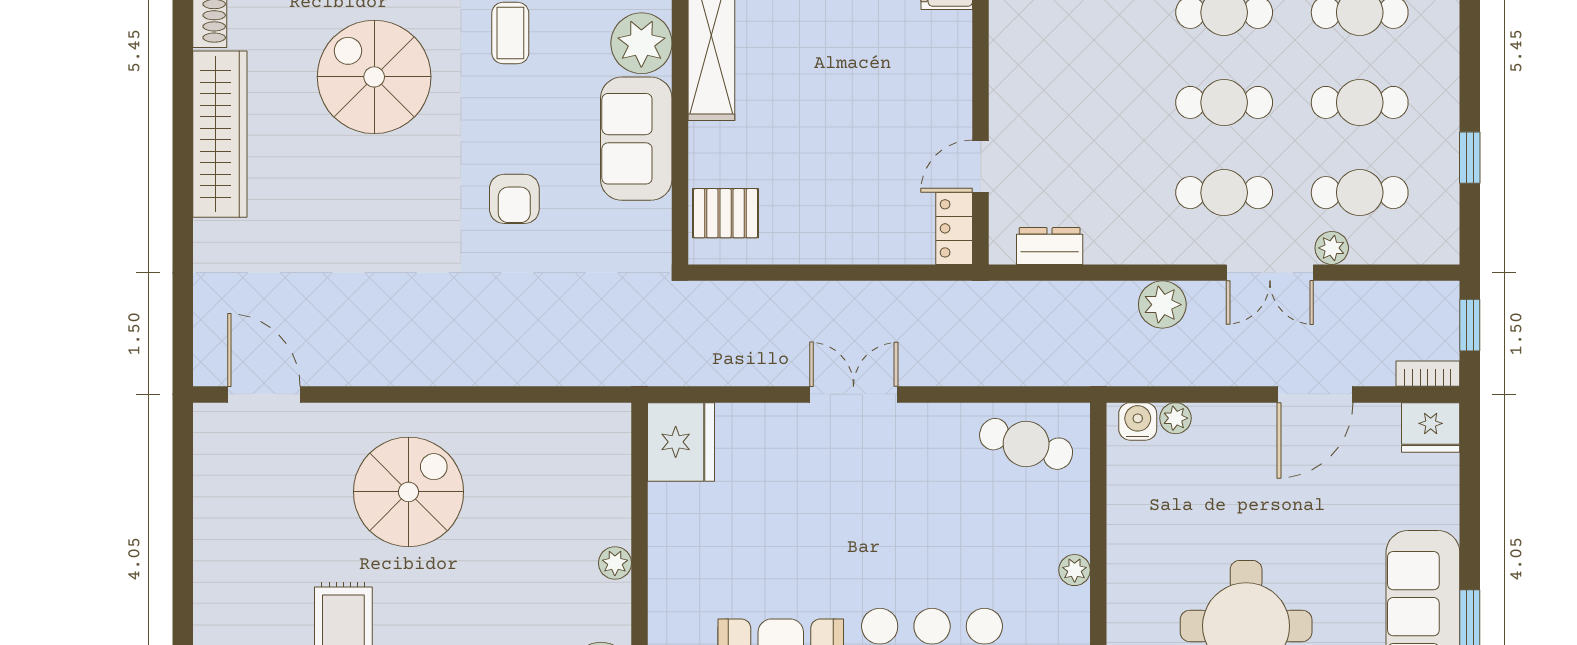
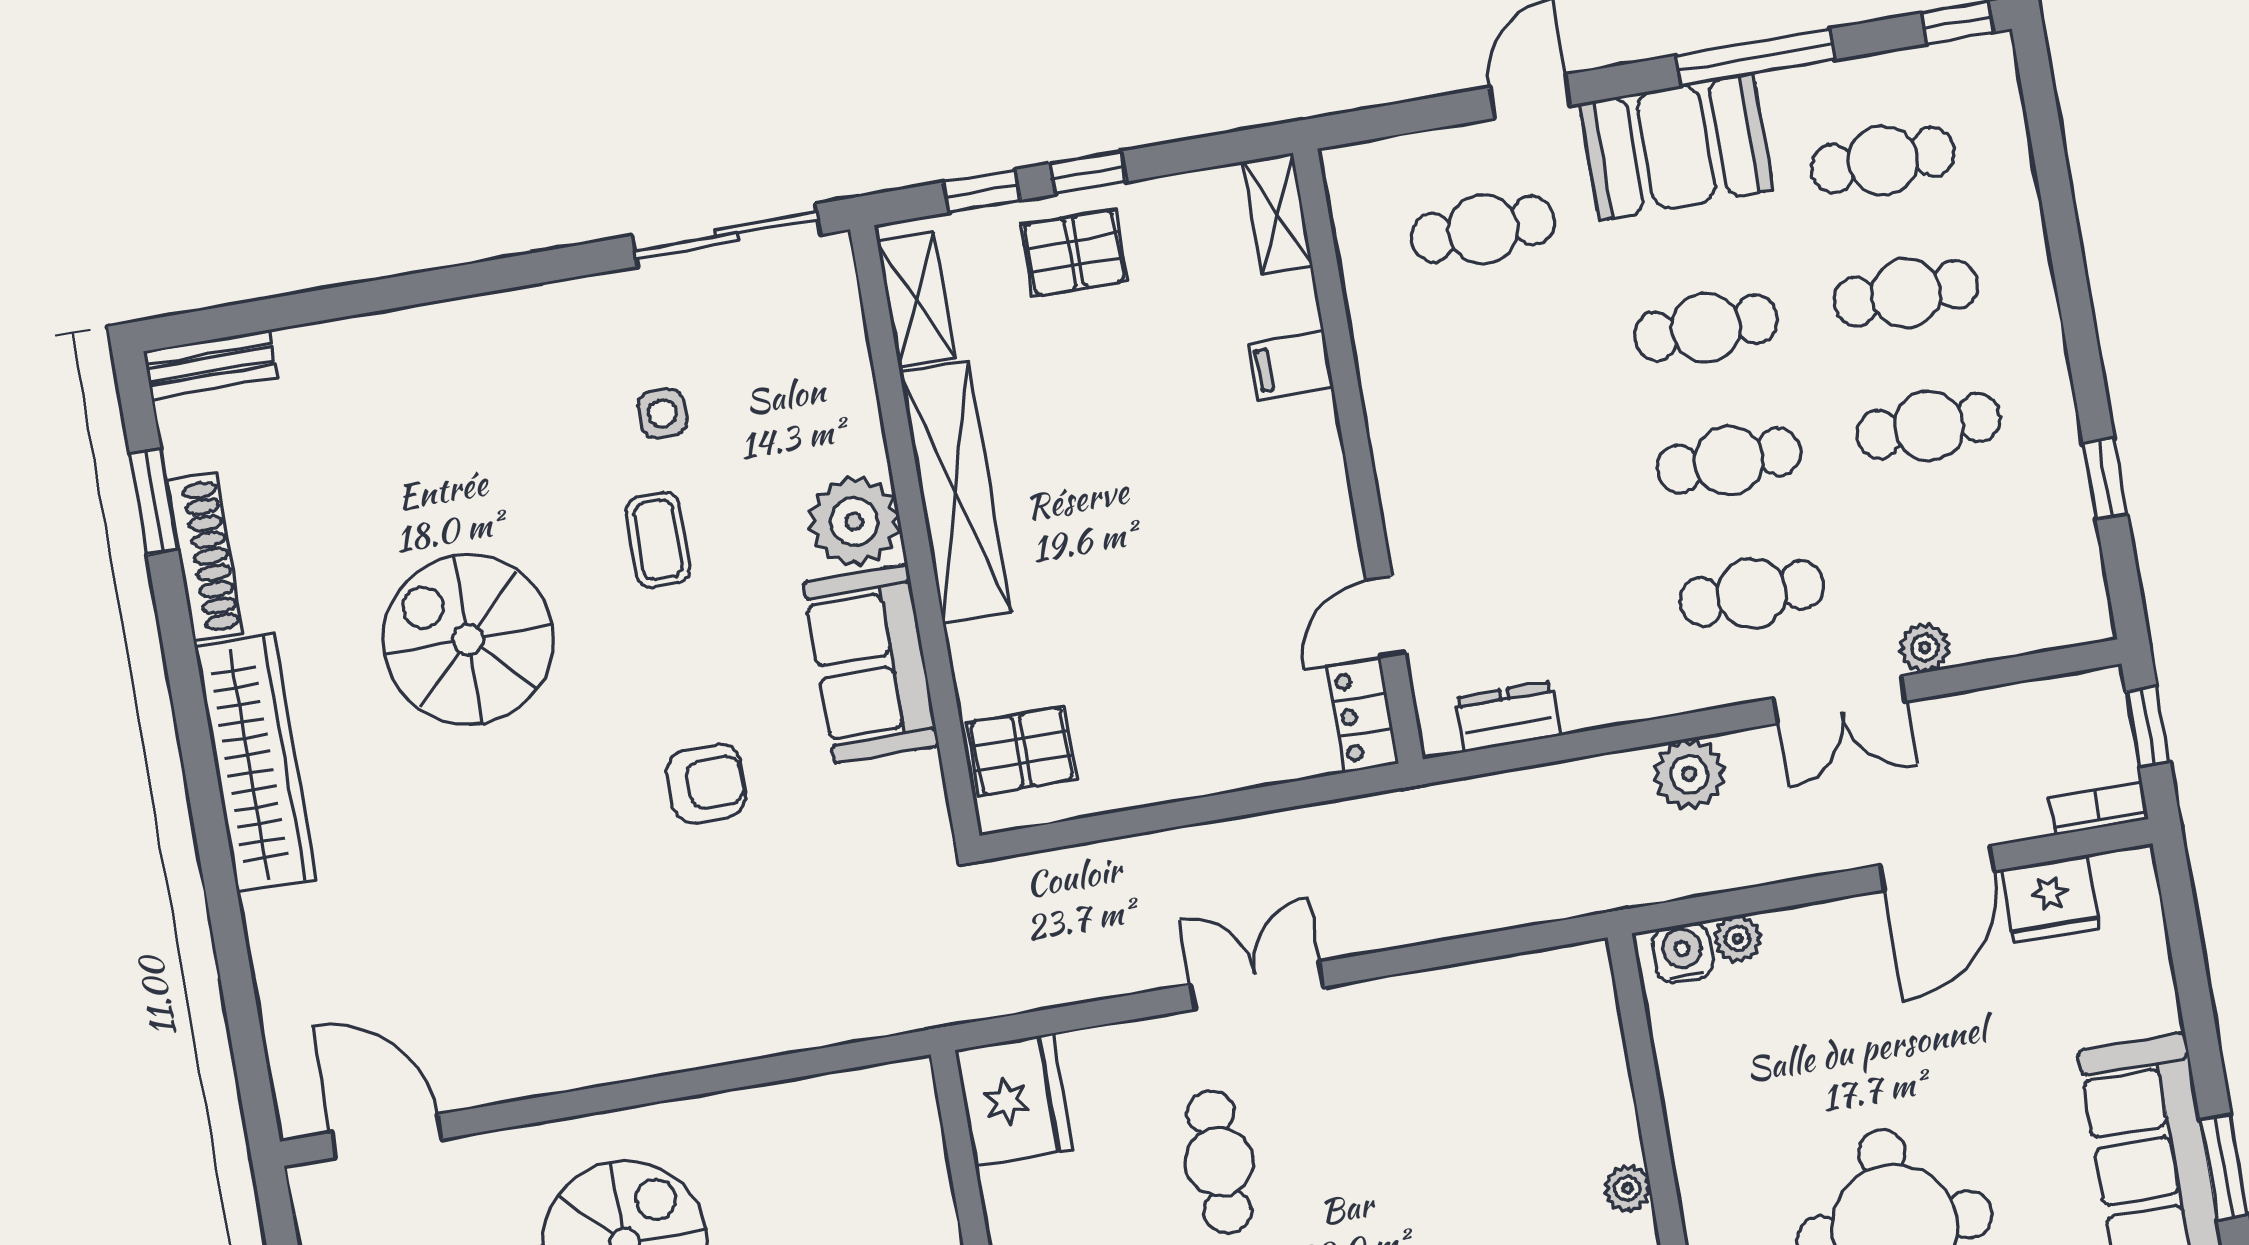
cafe table: (1360, 193) -> (1952, 559), removed
armchair: (514, 199) -> (706, 784), turned -90
fridge: (1431, 427) -> (2050, 899), moved
cafe table: (1026, 444) -> (1219, 1162), moved, turned 73

